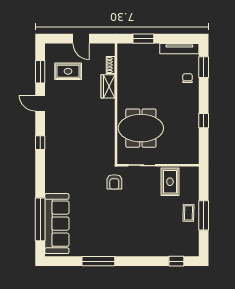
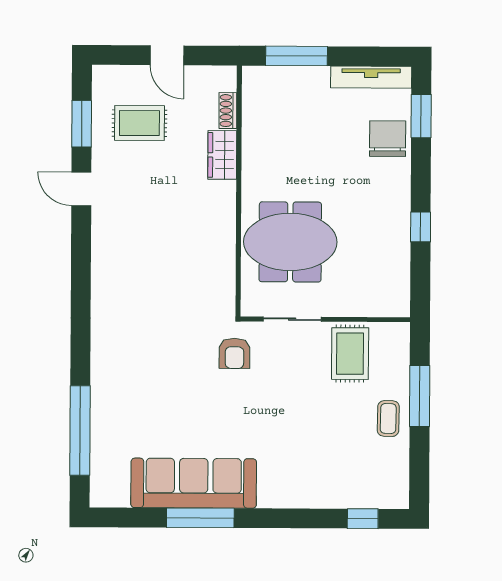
window: (143, 39) -> (297, 56), width x1.44
chair: (187, 78) -> (388, 139), width x1.87, depth x1.87
window: (40, 143) -> (81, 271), removed
window: (204, 215) -> (420, 396), moved
sofa: (57, 224) -> (194, 483), moved, turned -90

